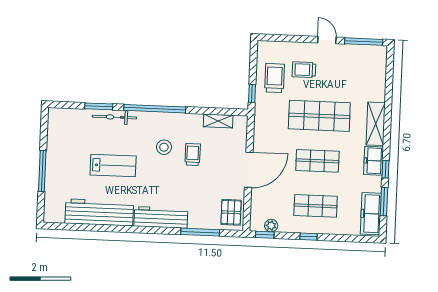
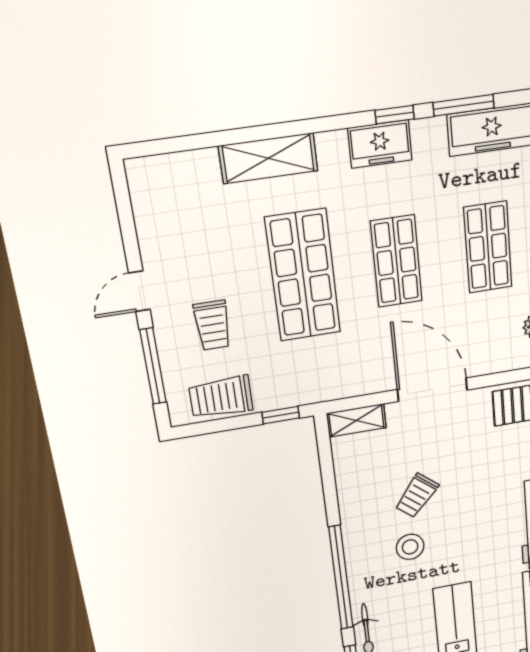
window: (364, 42) -> (153, 366), moved
trolley: (275, 78) -> (221, 397), moved
shelving: (218, 121) -> (356, 420), moved, turned 90
shelving: (376, 124) -> (268, 158), moved
trolley: (193, 154) -> (417, 496), turned -50

